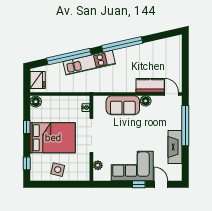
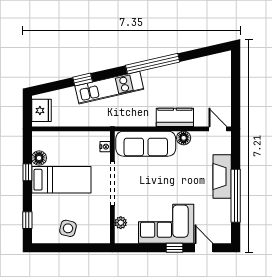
window: (69, 57) -> (83, 80), width x0.32
kitchen counter: (150, 85) -> (175, 117), moved
floor lamp: (36, 102) -> (39, 158), moved
sofa: (123, 105) -> (146, 144), width x1.36
window: (185, 126) -> (236, 196), moved
bed: (53, 138) -> (61, 180), width x0.67
fireplace: (175, 147) -> (222, 177), moved

